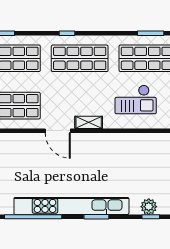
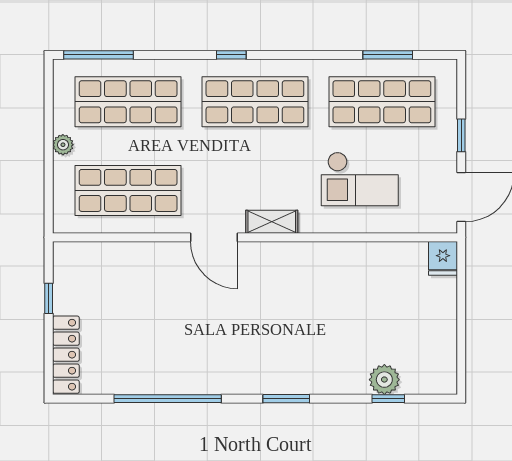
kitchen unit: (71, 206) -> (239, 378), removed

